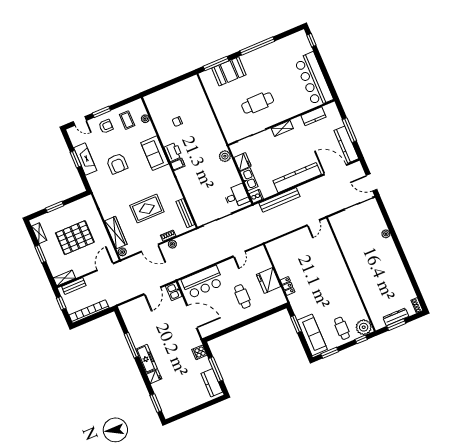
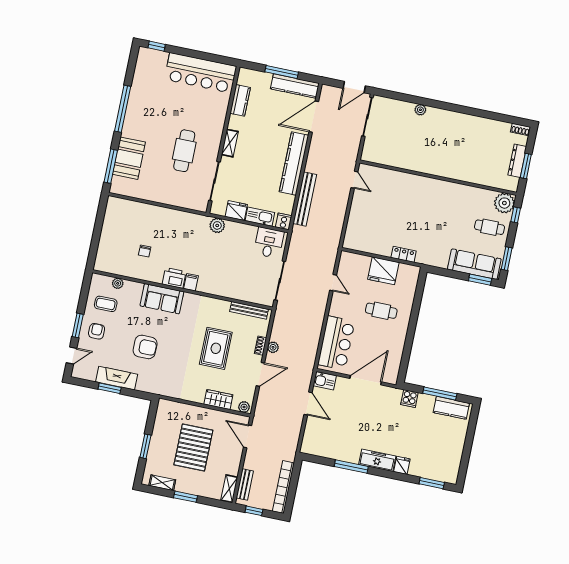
wardrobe: (116, 233) -> (218, 400), width x0.67
window: (296, 324) -> (480, 280), moved

